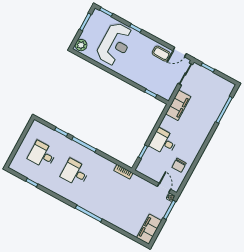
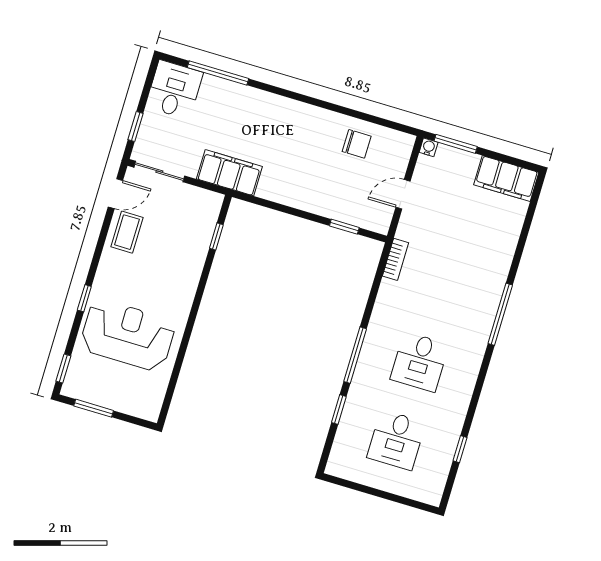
plant: (81, 45) -> (145, 407), removed
door: (180, 52) -> (115, 194), hinge flipped
desk: (163, 142) -> (174, 90), moved, turned 180
door: (164, 188) -> (403, 194), moved

